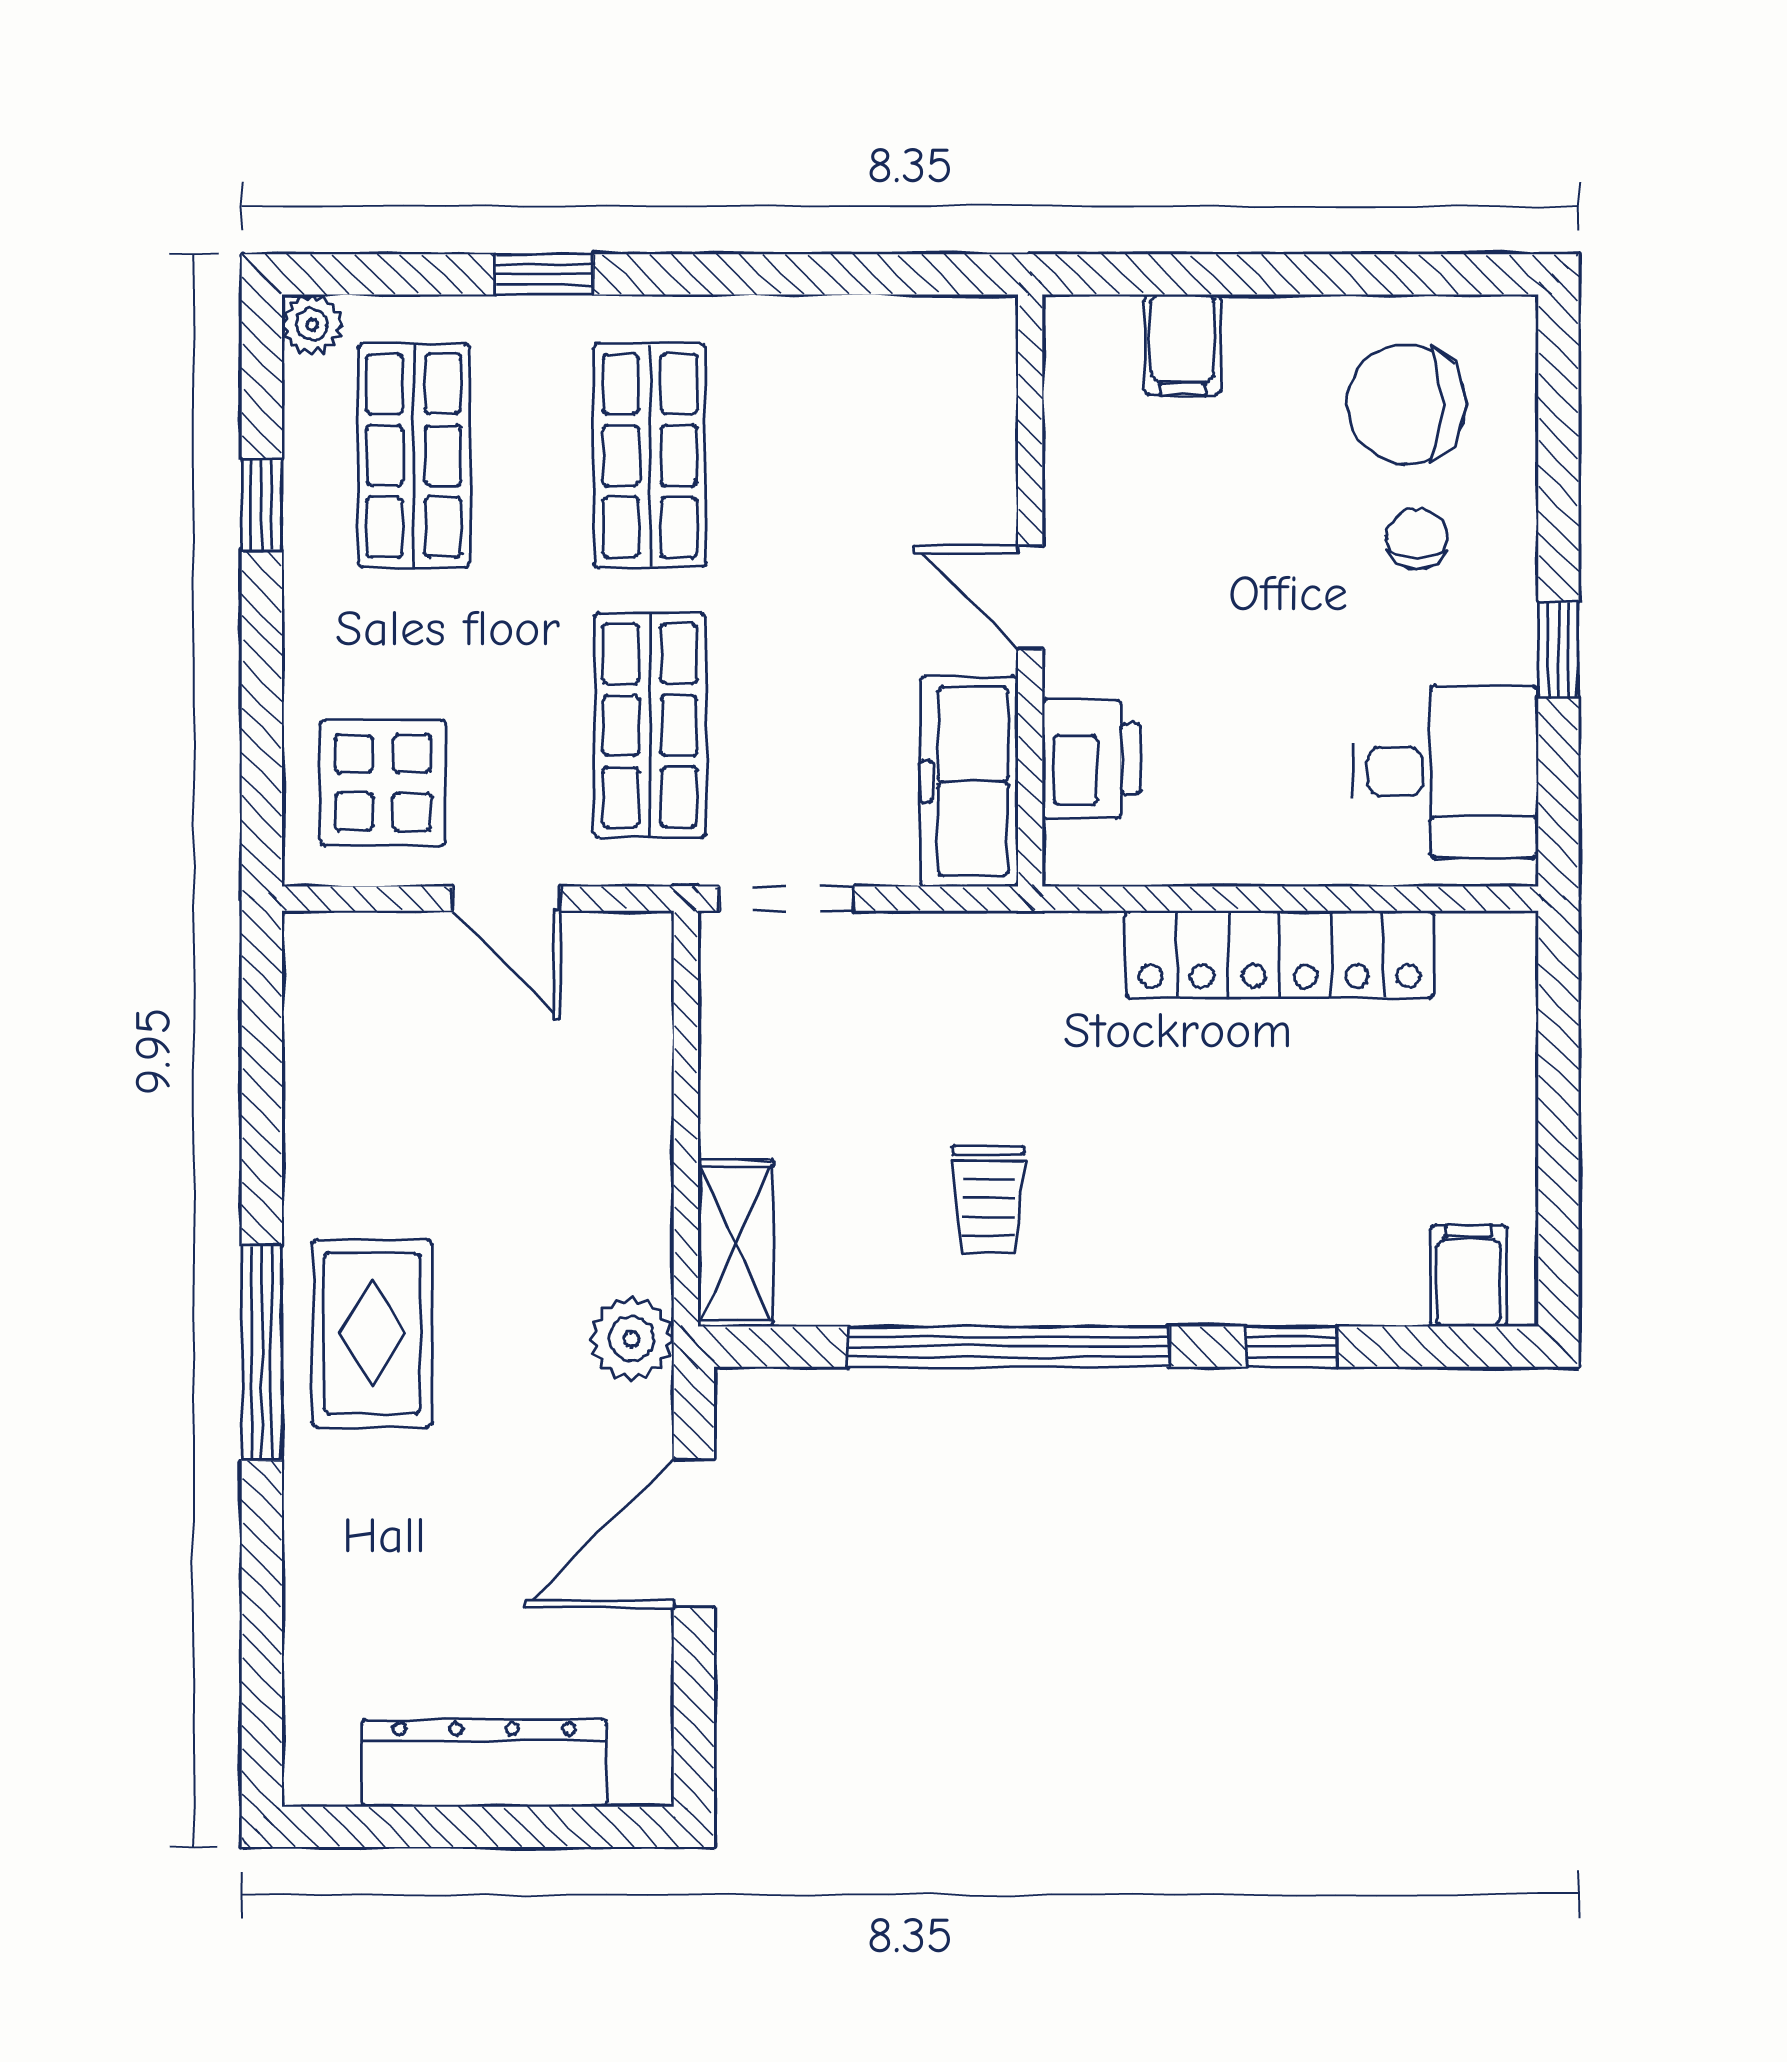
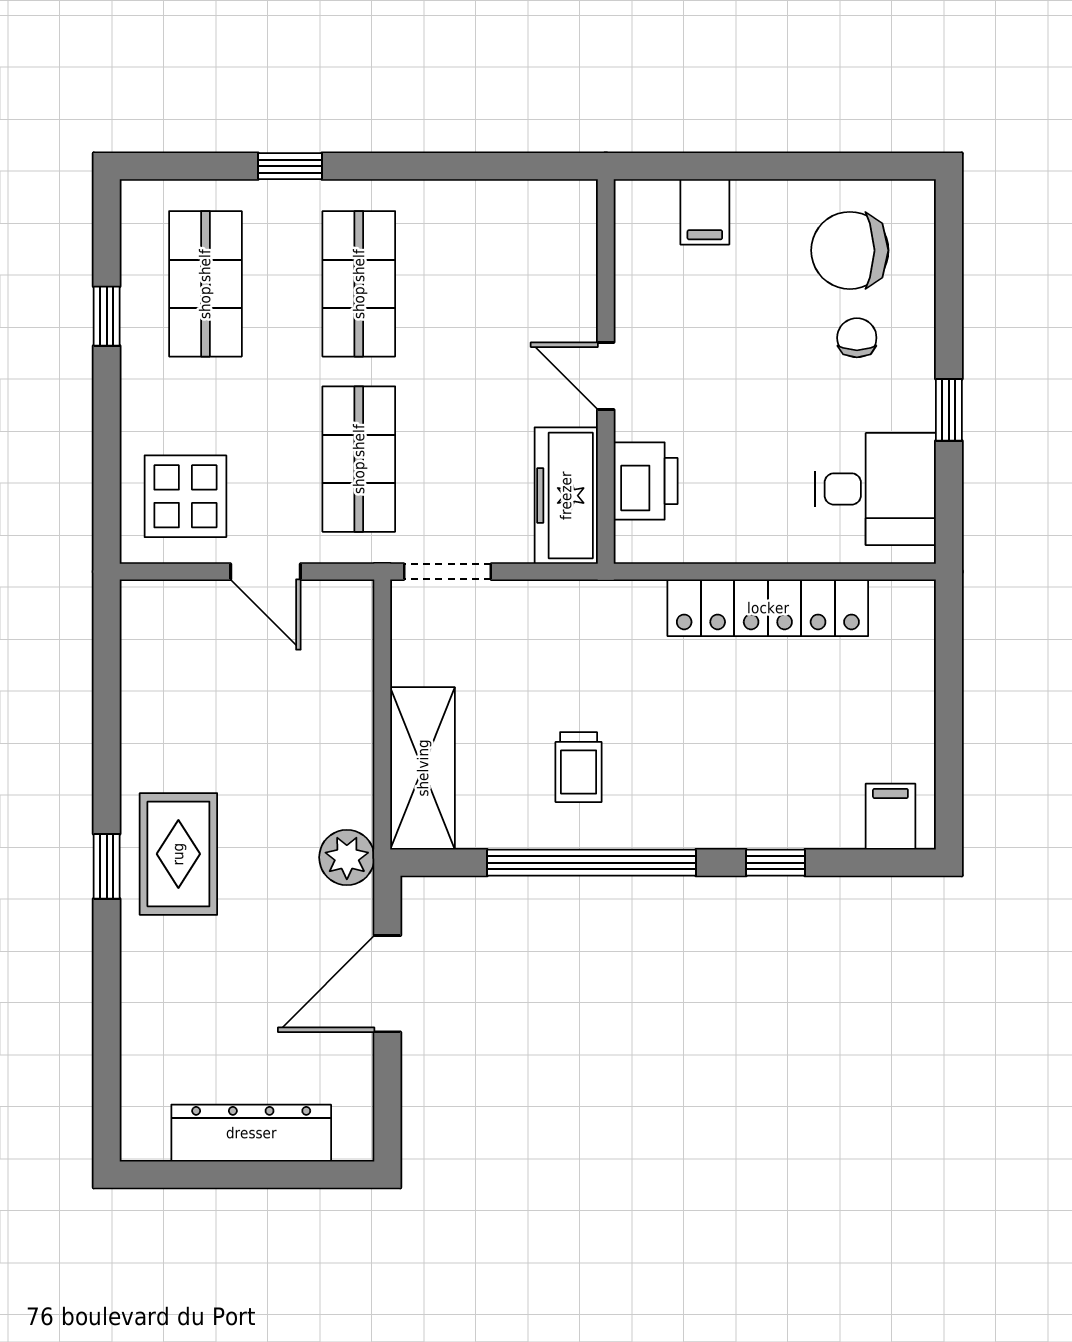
plant: (312, 325) -> (139, 199), removed
shelving: (735, 1243) -> (423, 768), width x1.50, depth x1.33
window: (262, 1353) -> (107, 866), width x0.46

